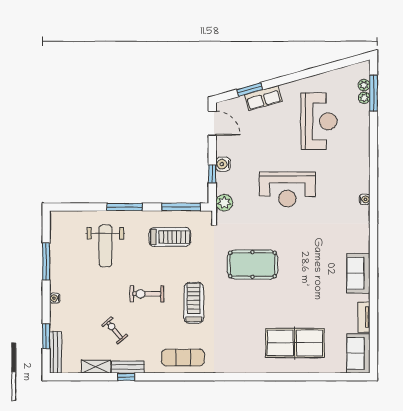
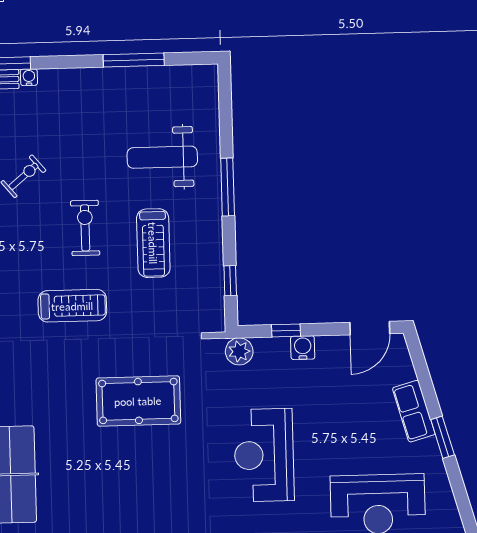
window: (250, 89) -> (443, 437), moved
window: (181, 207) -> (230, 281), width x0.46
treadmill: (170, 237) -> (153, 243), moved
pool table: (252, 264) -> (138, 401), turned 90
water cooler: (55, 298) -> (29, 77), moved

